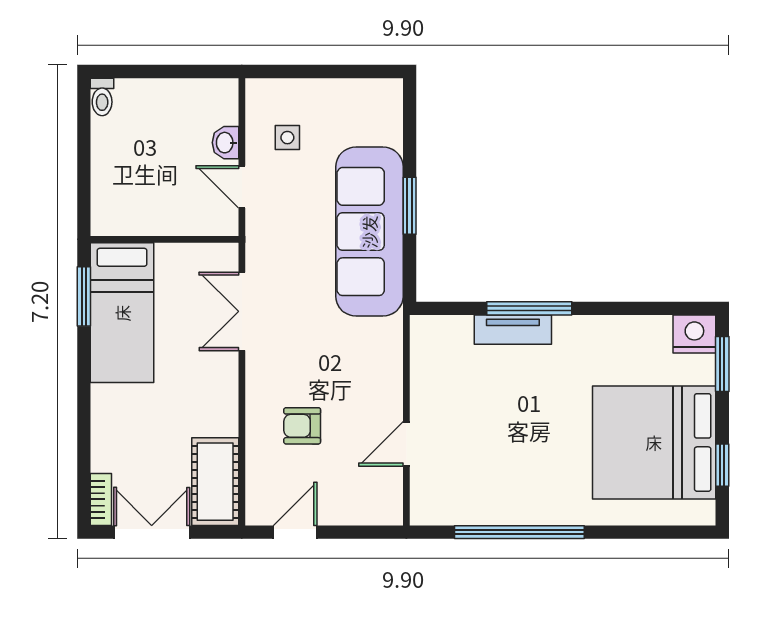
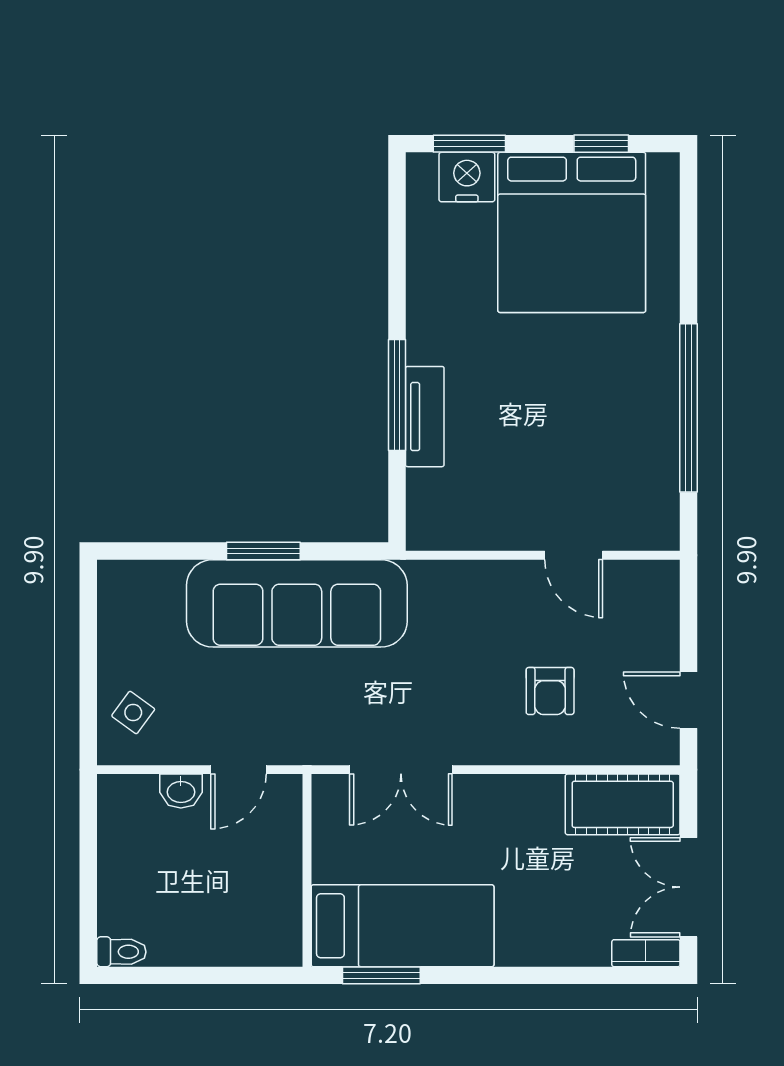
side table: (287, 138) -> (133, 713), moved, turned 36
nightstand: (694, 334) -> (467, 177), moved, turned 90

